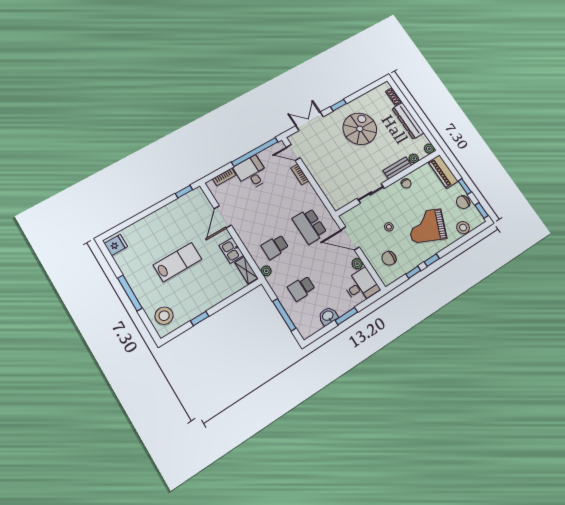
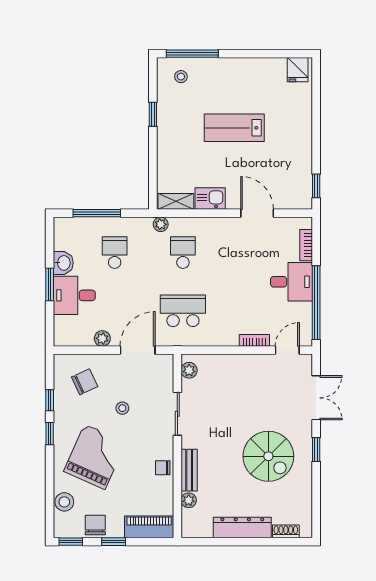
plant: (429, 149) -> (189, 370), moved
chair: (389, 258) -> (85, 382), turned 61
lab bench: (177, 262) -> (234, 128), turned 90
desk: (361, 286) -> (74, 295), moved, turned 90
window: (130, 293) -> (192, 54), moved
stool: (164, 316) -> (181, 77), width x0.53, depth x0.53

